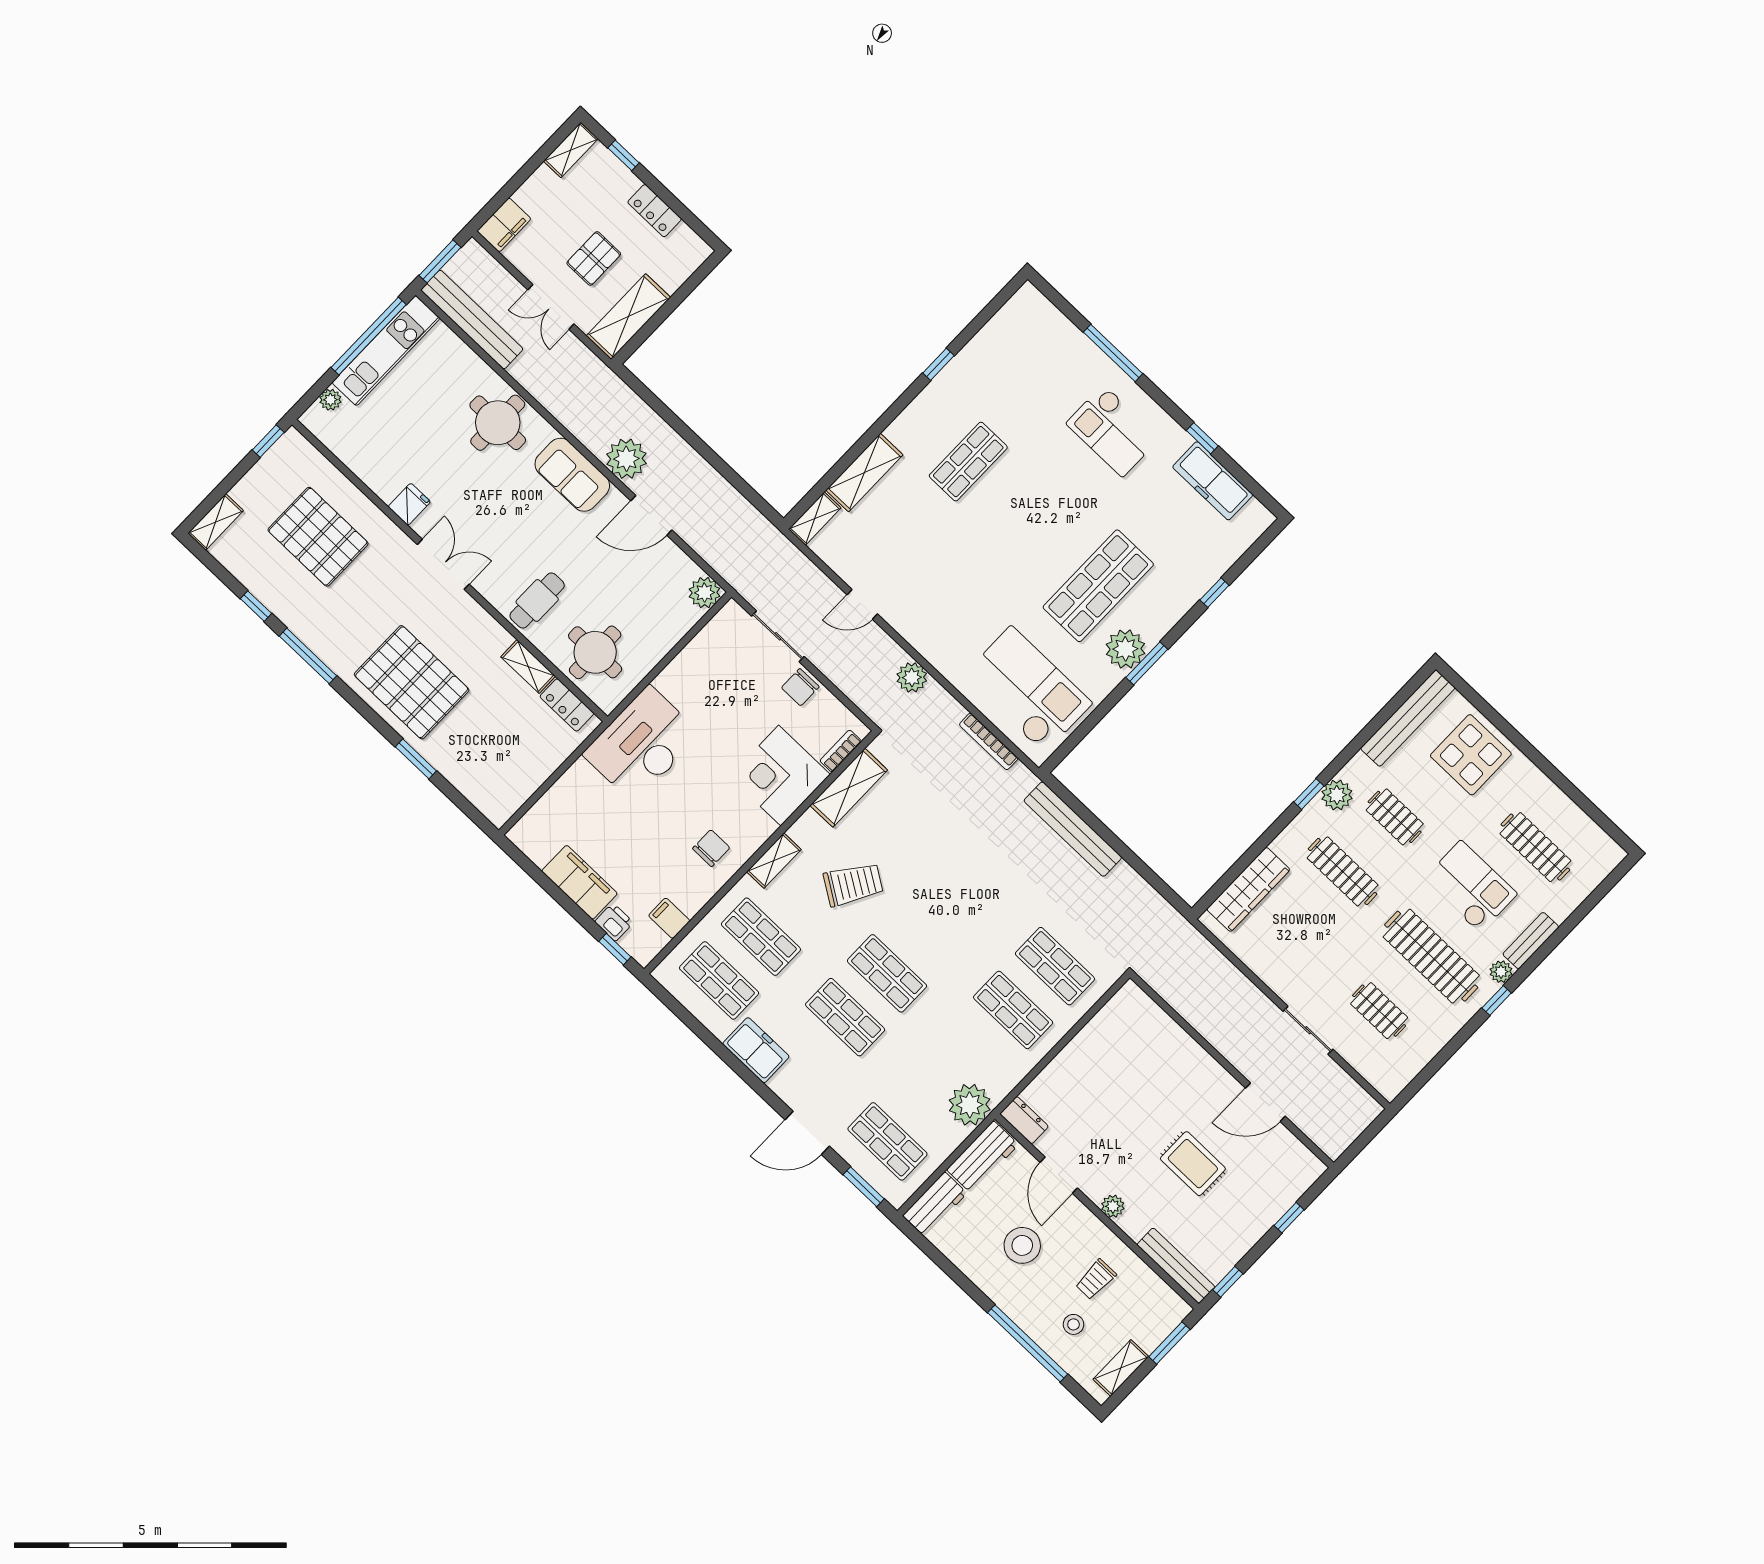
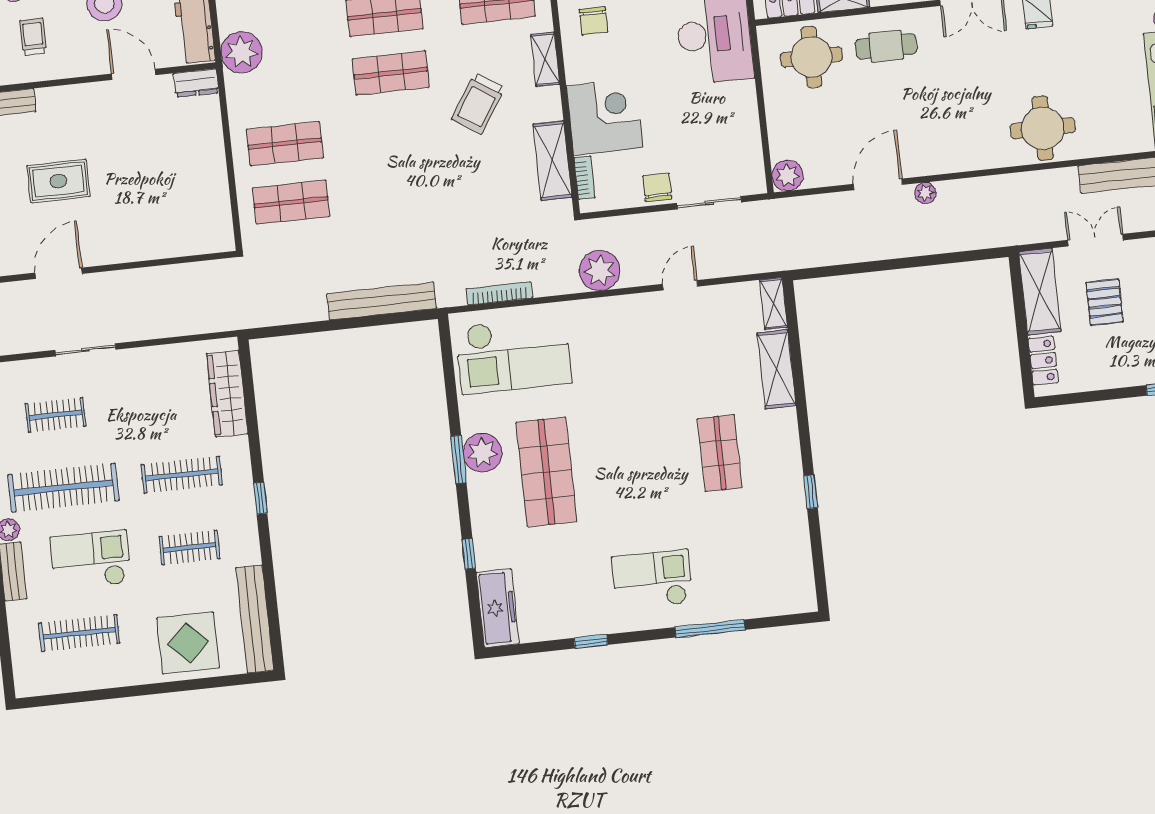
locker: (655, 211) -> (1043, 361), moved, turned 90
plant: (626, 459) -> (925, 193), width x0.53, depth x0.53
sofa: (572, 475) -> (957, 151), removed
freezer: (1213, 481) -> (498, 608), moved, turned 90
cafe table: (537, 600) -> (886, 46), turned 90
plant: (912, 677) -> (600, 270), width x1.36, depth x1.36
plant: (1337, 795) -> (242, 518), removed
checkout: (1470, 887) -> (91, 560), turned 180
plant: (1113, 1206) -> (77, 95), removed

